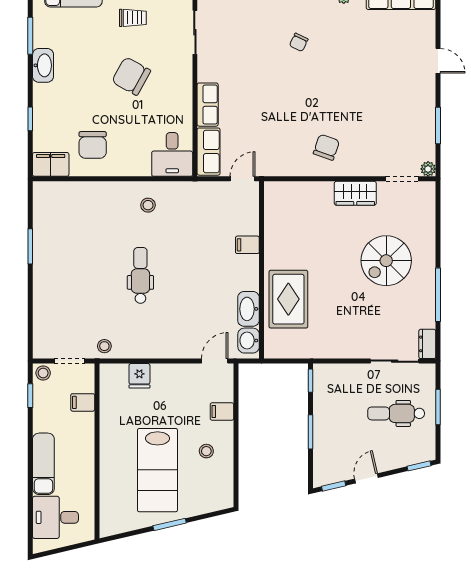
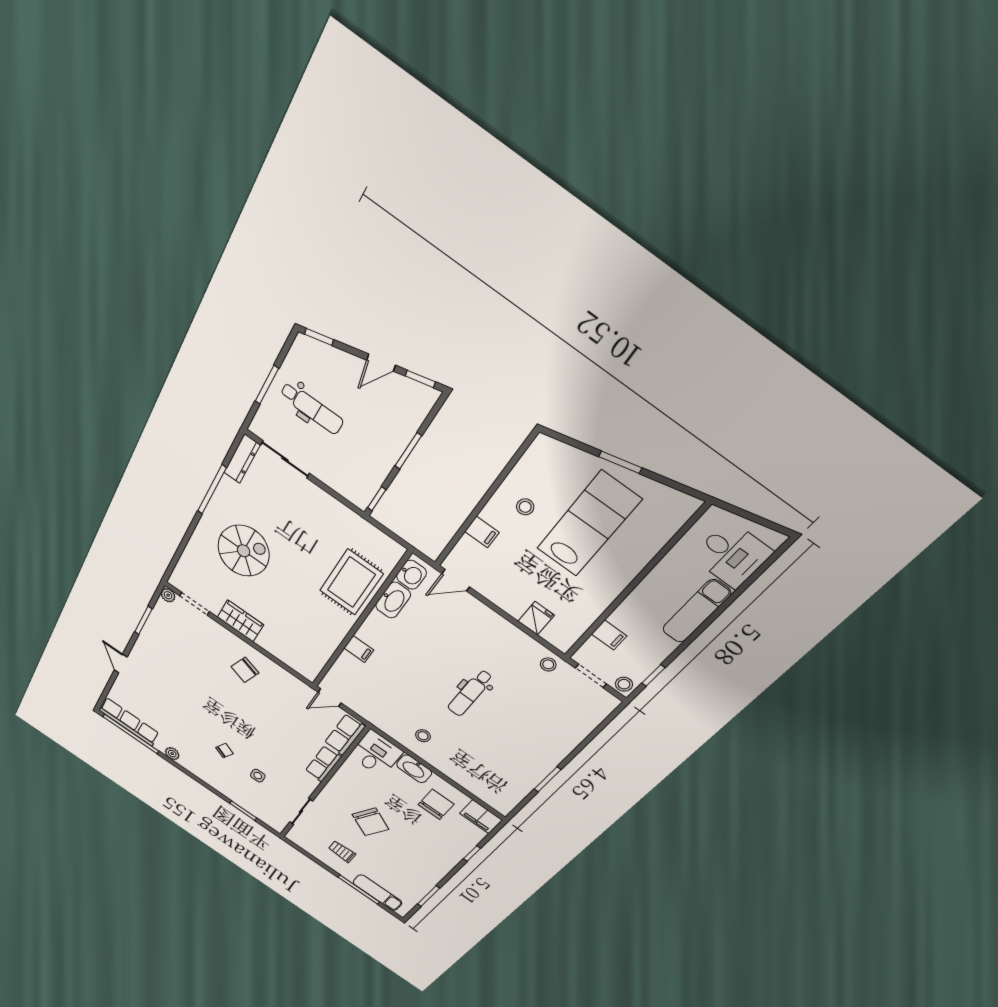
side table: (255, 40) -> (258, 776), added
washbasin: (43, 65) -> (414, 769), moved, turned -90
dresser: (427, 344) -> (242, 459), width x1.44

